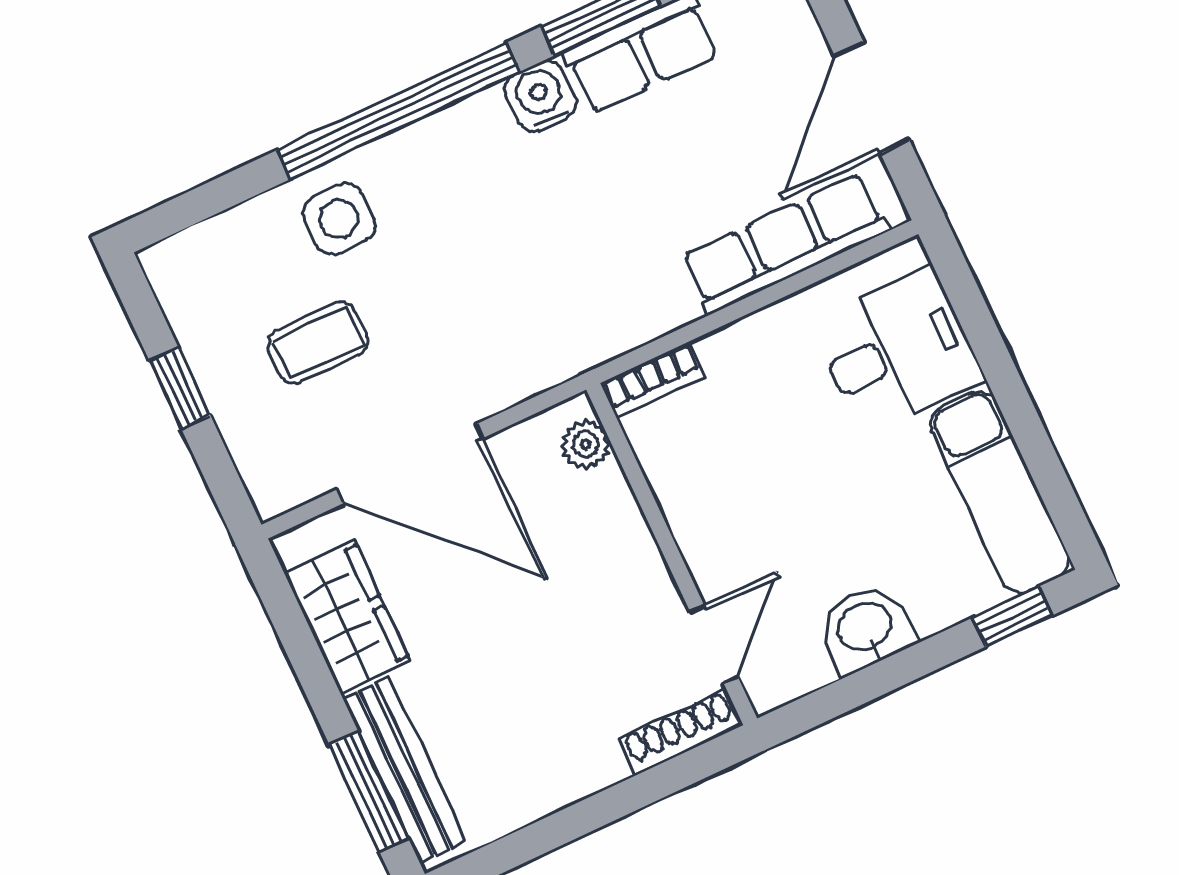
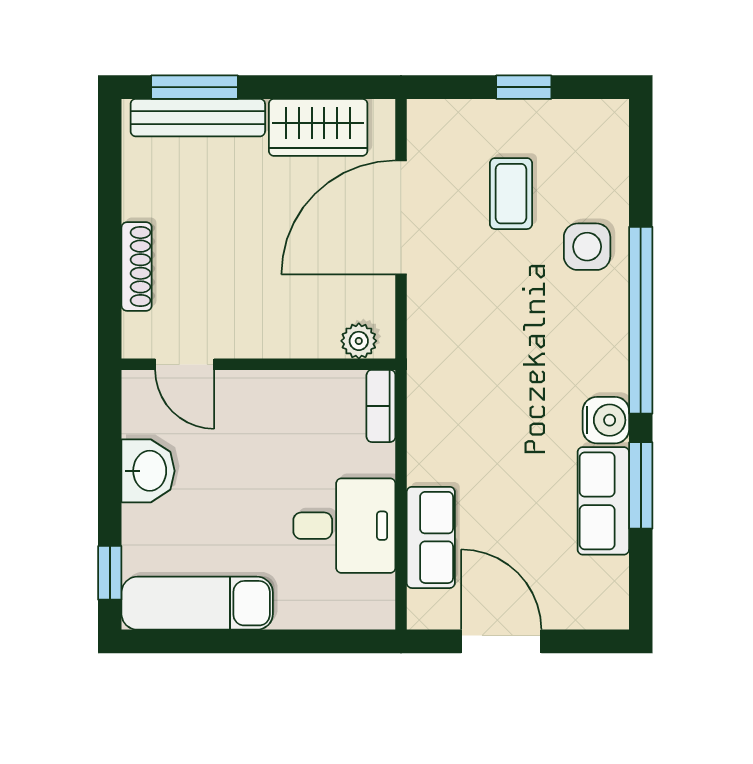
row of seats: (785, 244) -> (431, 537), width x0.68
desk: (897, 351) -> (344, 526), moved, turned -90
shoe rack: (680, 732) -> (137, 267), moved

